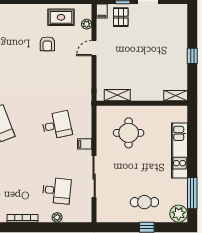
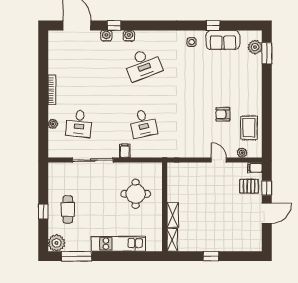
shelving: (117, 95) -> (173, 215), moved

